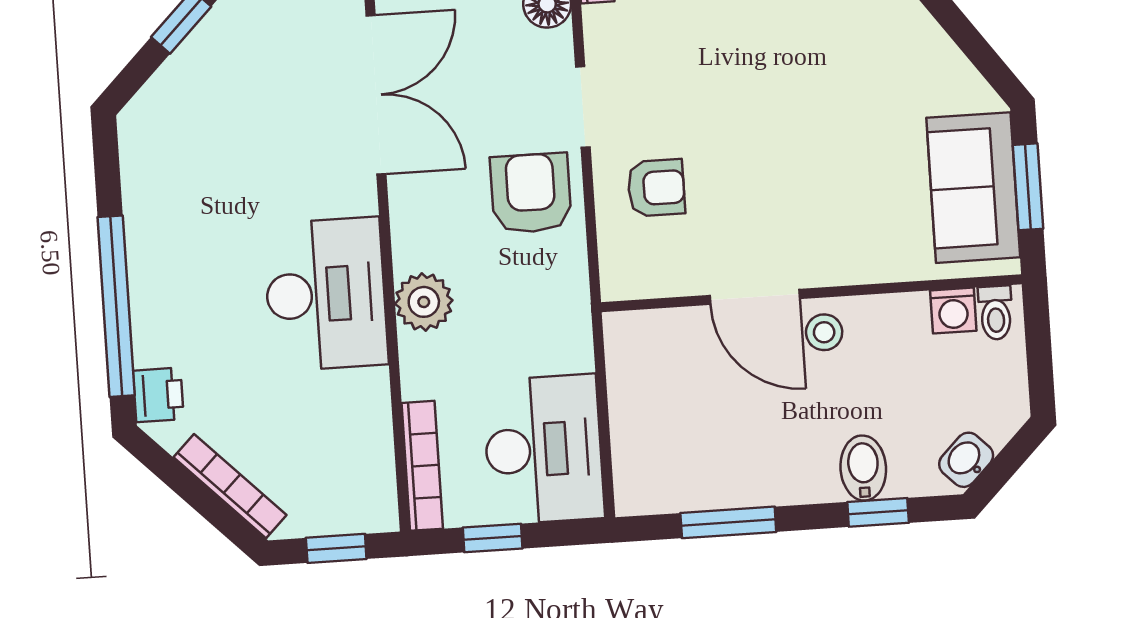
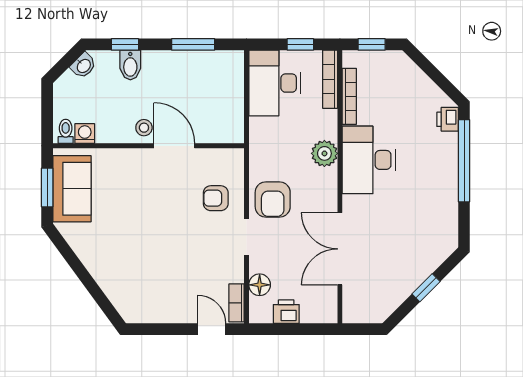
bookcase: (230, 486) -> (349, 96), moved, turned -135

